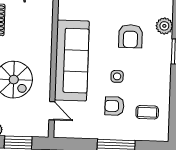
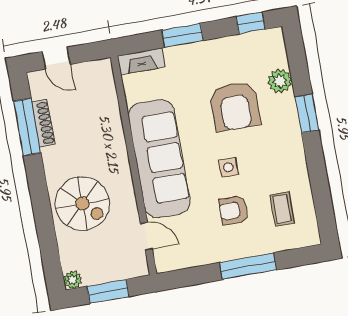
armchair: (130, 36) -> (235, 106), width x1.36, depth x1.36
coffee table: (147, 112) -> (282, 209), turned 90

